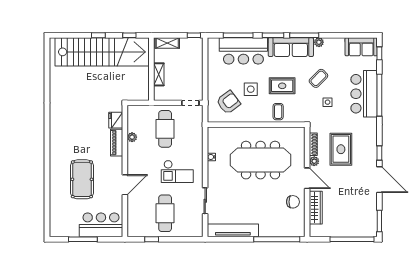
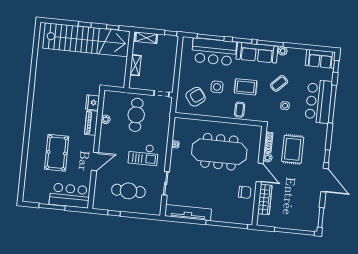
cafe table: (165, 213) -> (128, 191), turned 90

